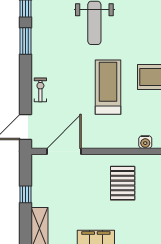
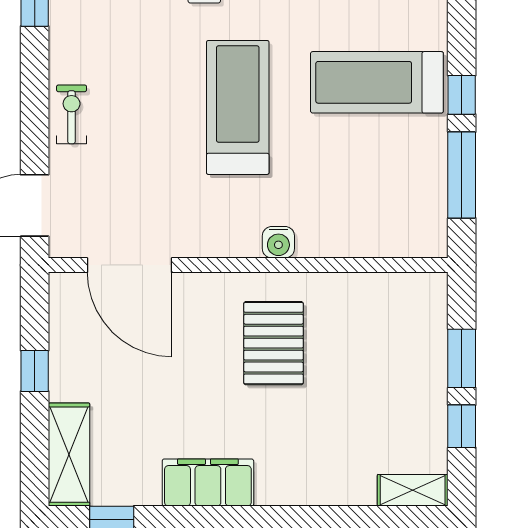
water cooler: (145, 142) -> (278, 242), moved
door: (64, 151) -> (129, 265), swing flipped

